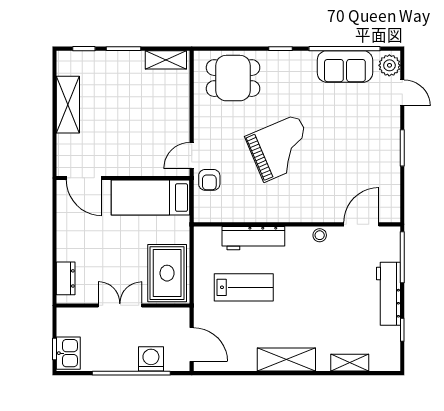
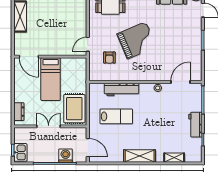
armchair: (209, 180) -> (109, 58), moved
bed: (151, 198) -> (51, 79), moved, turned -90
workbench: (388, 294) -> (195, 125), width x0.73

